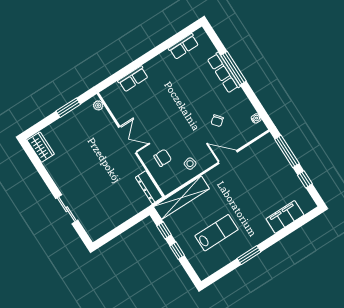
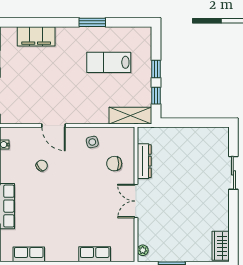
dresser: (149, 187) -> (144, 161), moved
shelving: (181, 198) -> (130, 116), width x0.68

